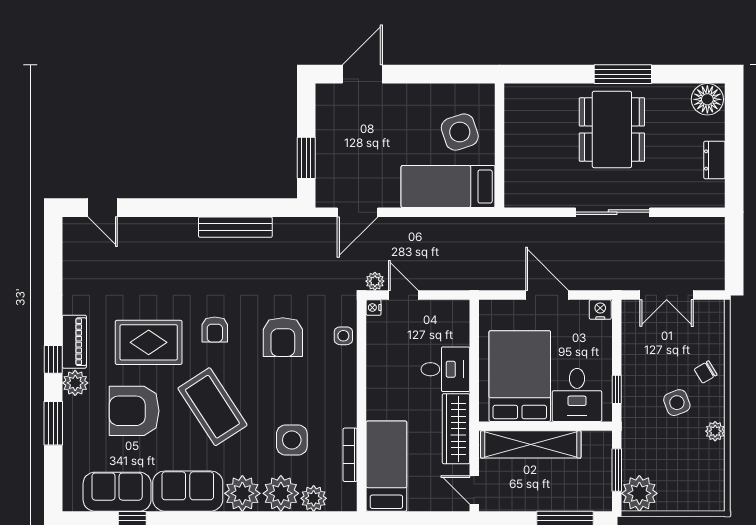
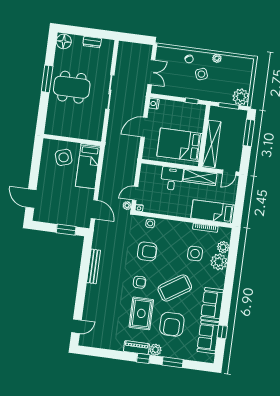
desk: (577, 395) -> (192, 120), removed
plant: (242, 493) -> (217, 280), removed

